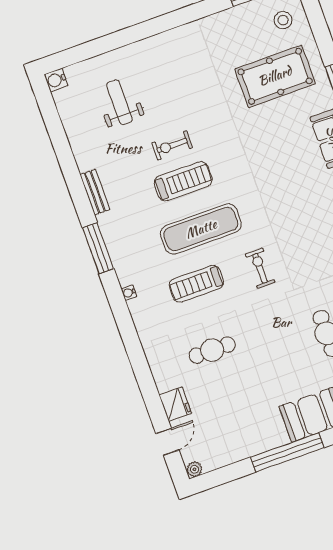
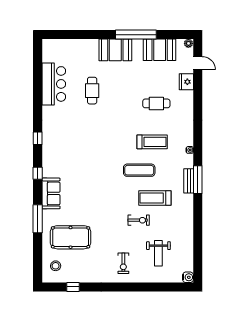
treadmill: (183, 181) -> (155, 198), moved
bench: (95, 192) -> (189, 181), moved
exercise mat: (201, 229) -> (139, 170), width x0.73, depth x0.69
exercise bike: (260, 268) -> (123, 263), moved
booth: (239, 441) -> (160, 50), added
door: (167, 442) -> (198, 63), swing flipped

